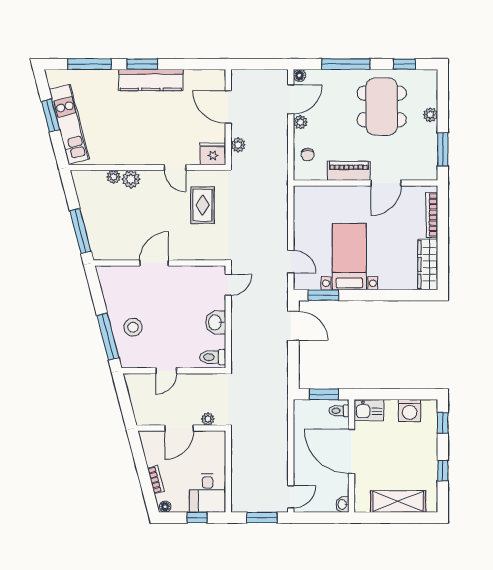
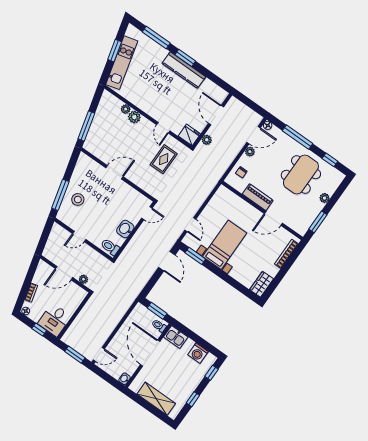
wardrobe: (428, 264) -> (262, 284), width x0.67

